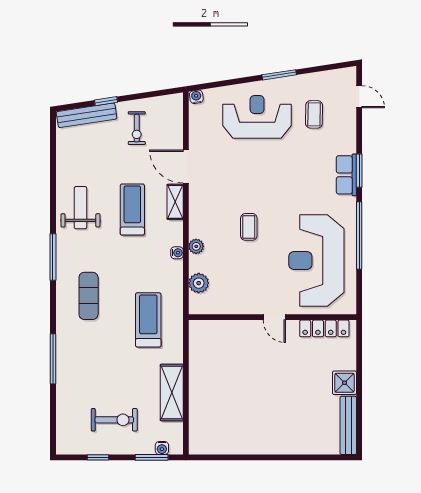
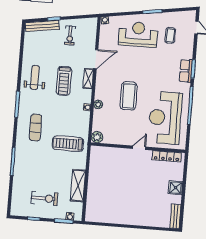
door: (186, 167) -> (96, 59), swing flipped
treadmill: (132, 209) -> (64, 81), turned 180
coffee table: (249, 227) -> (129, 96), width x1.86, depth x1.72
plant: (199, 283) -> (97, 137), moved
door: (274, 317) -> (139, 148), swing flipped
treadmill: (148, 320) -> (68, 144), turned -90
bench: (348, 425) -> (175, 216), width x0.73

